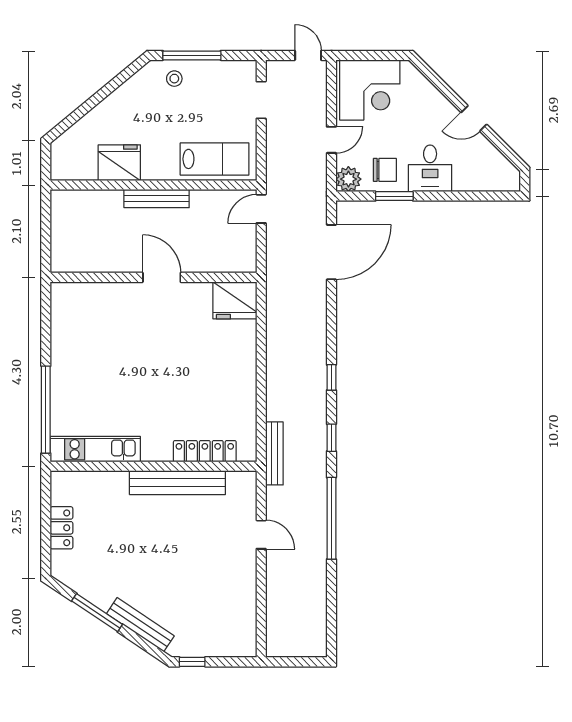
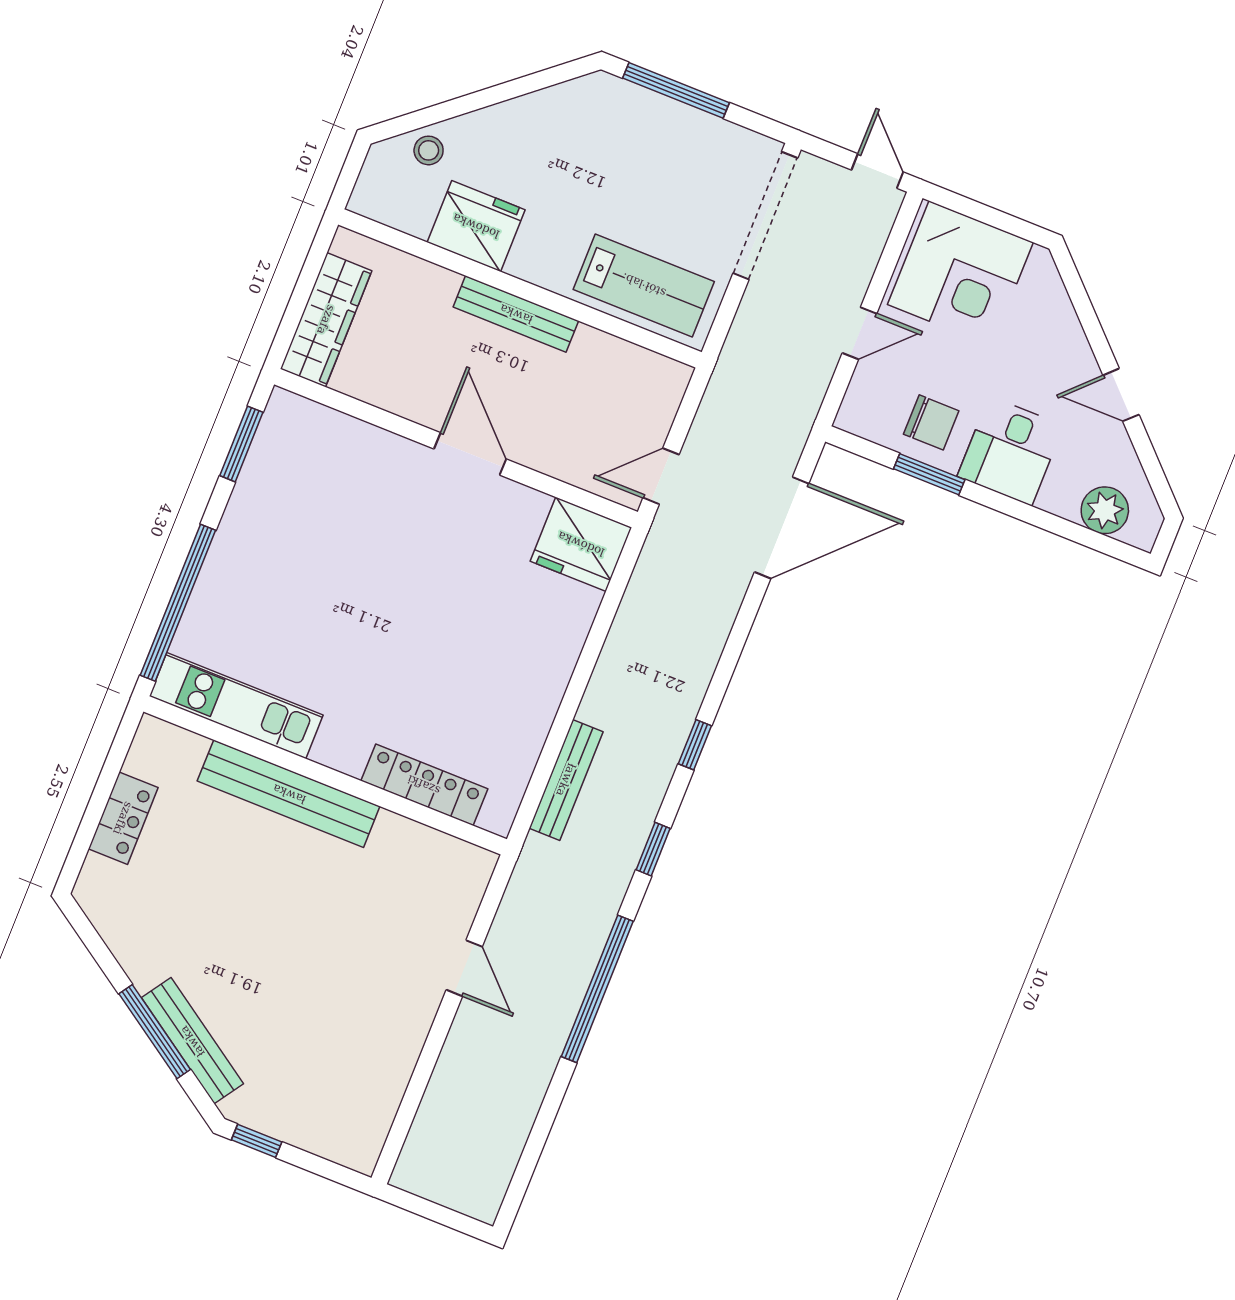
stool: (174, 79) -> (429, 150), moved
doorway: (261, 100) -> (765, 216), width x1.88
plant: (348, 179) -> (1105, 510), moved
door: (261, 209) -> (661, 476), moved
wardrobe: (63, 239) -> (326, 320), added
window: (46, 318) -> (241, 444), added
bench: (274, 453) -> (566, 780), moved
bench: (177, 483) -> (289, 794), moved
window: (97, 613) -> (155, 1032), moved

